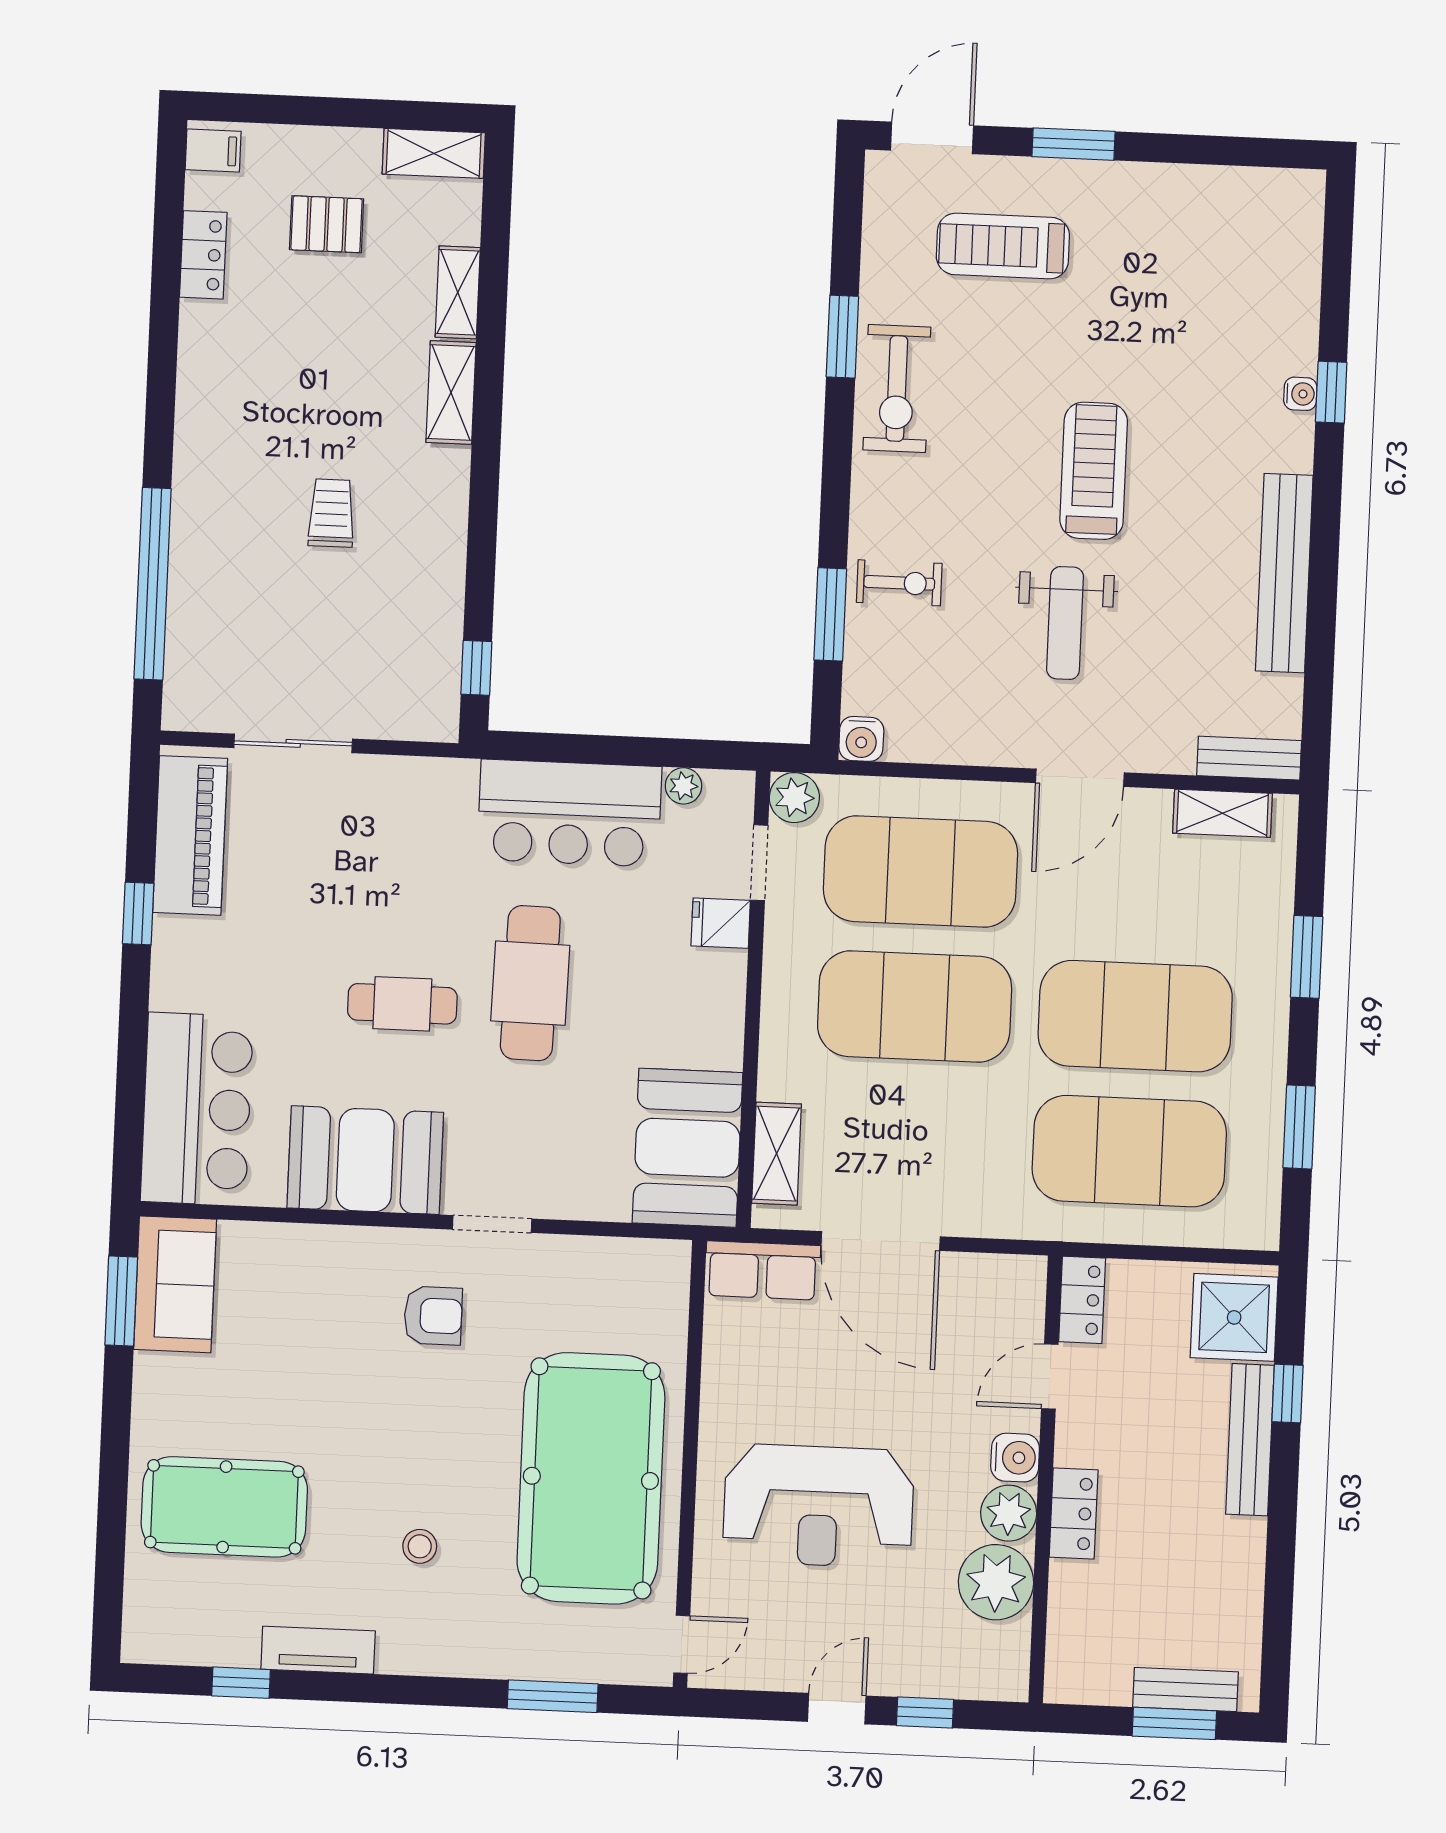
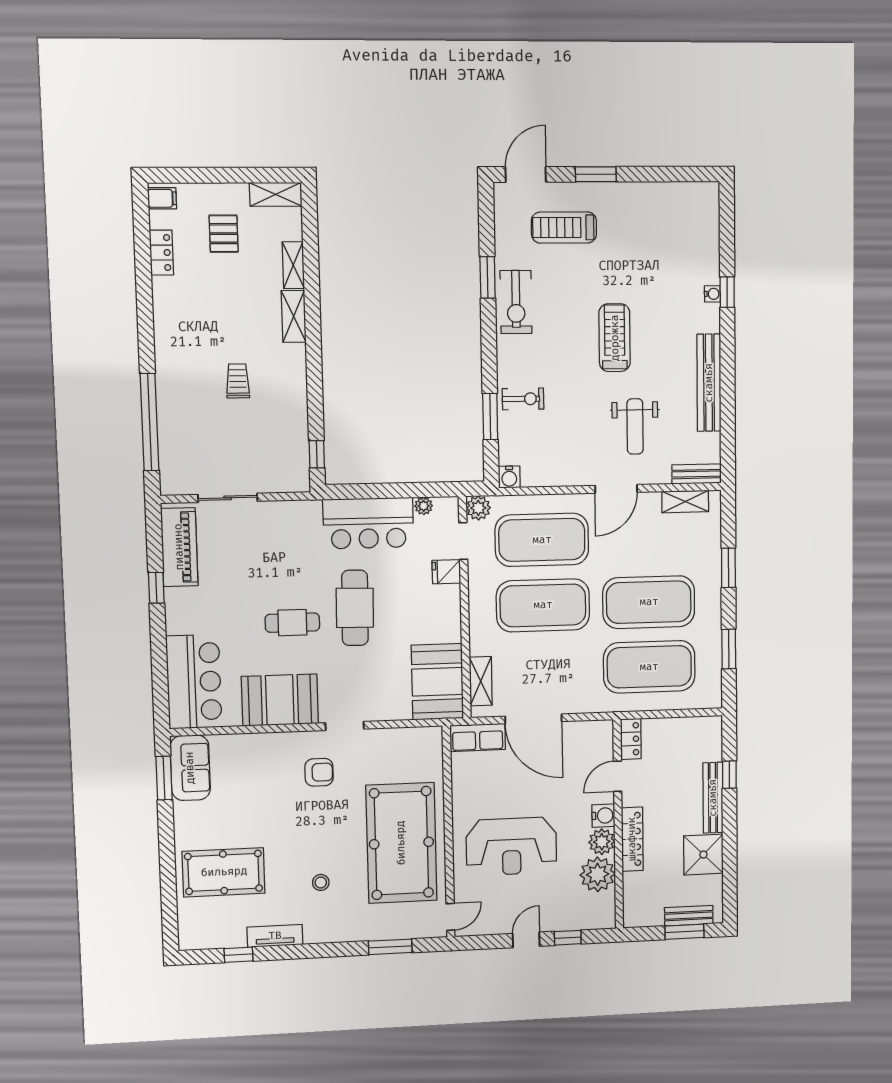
pallet: (327, 224) -> (224, 234), turned 90
weight bench: (1065, 623) -> (635, 426), moved
shower: (1234, 1317) -> (703, 855), moved
locker: (1074, 1513) -> (632, 839), width x1.53

